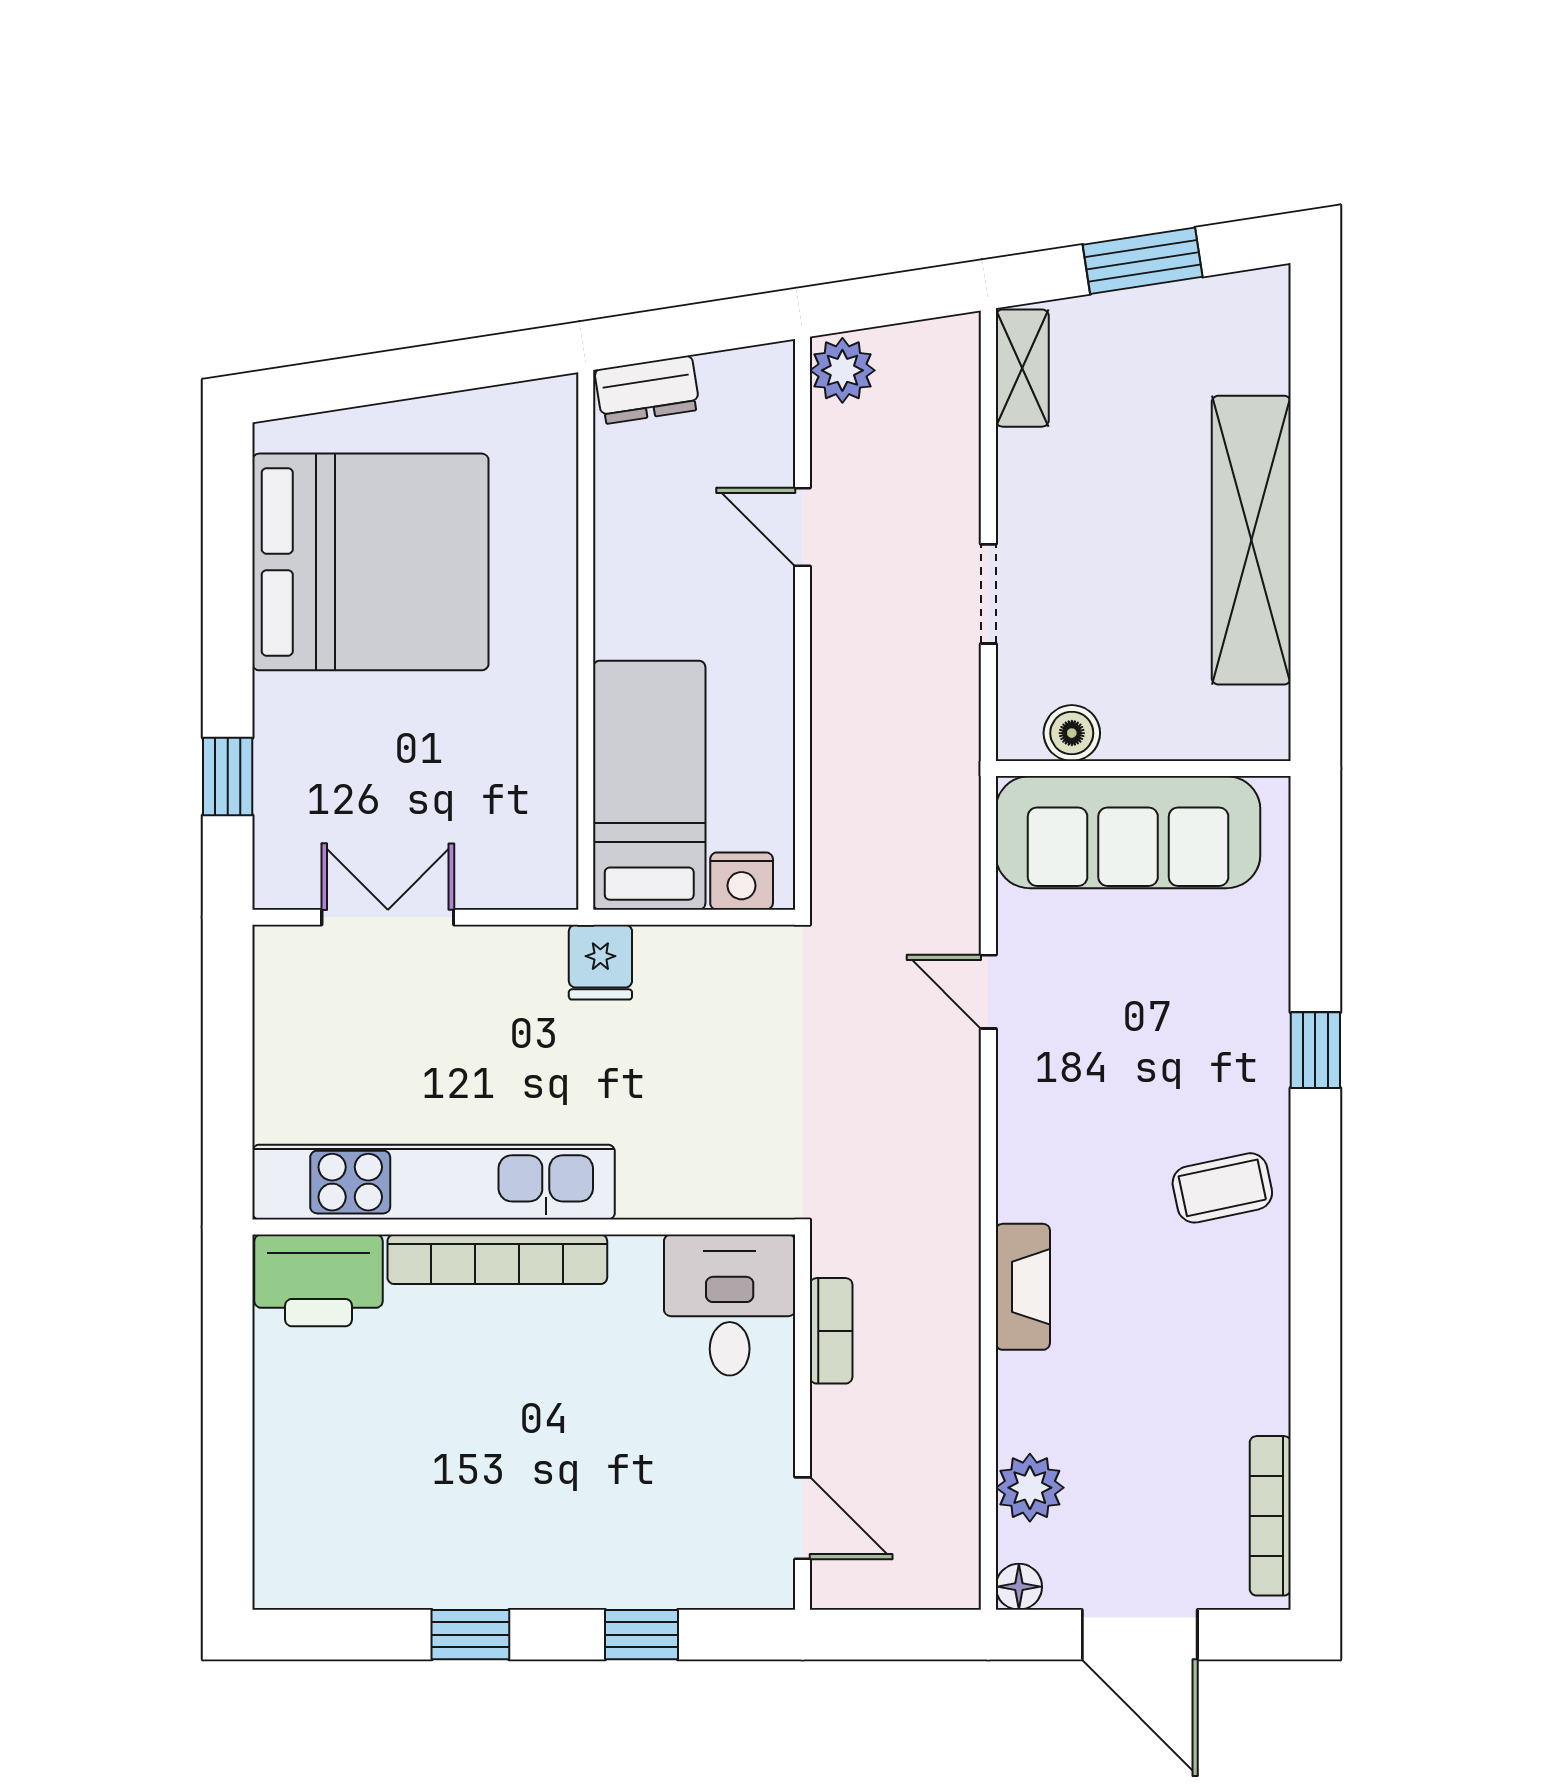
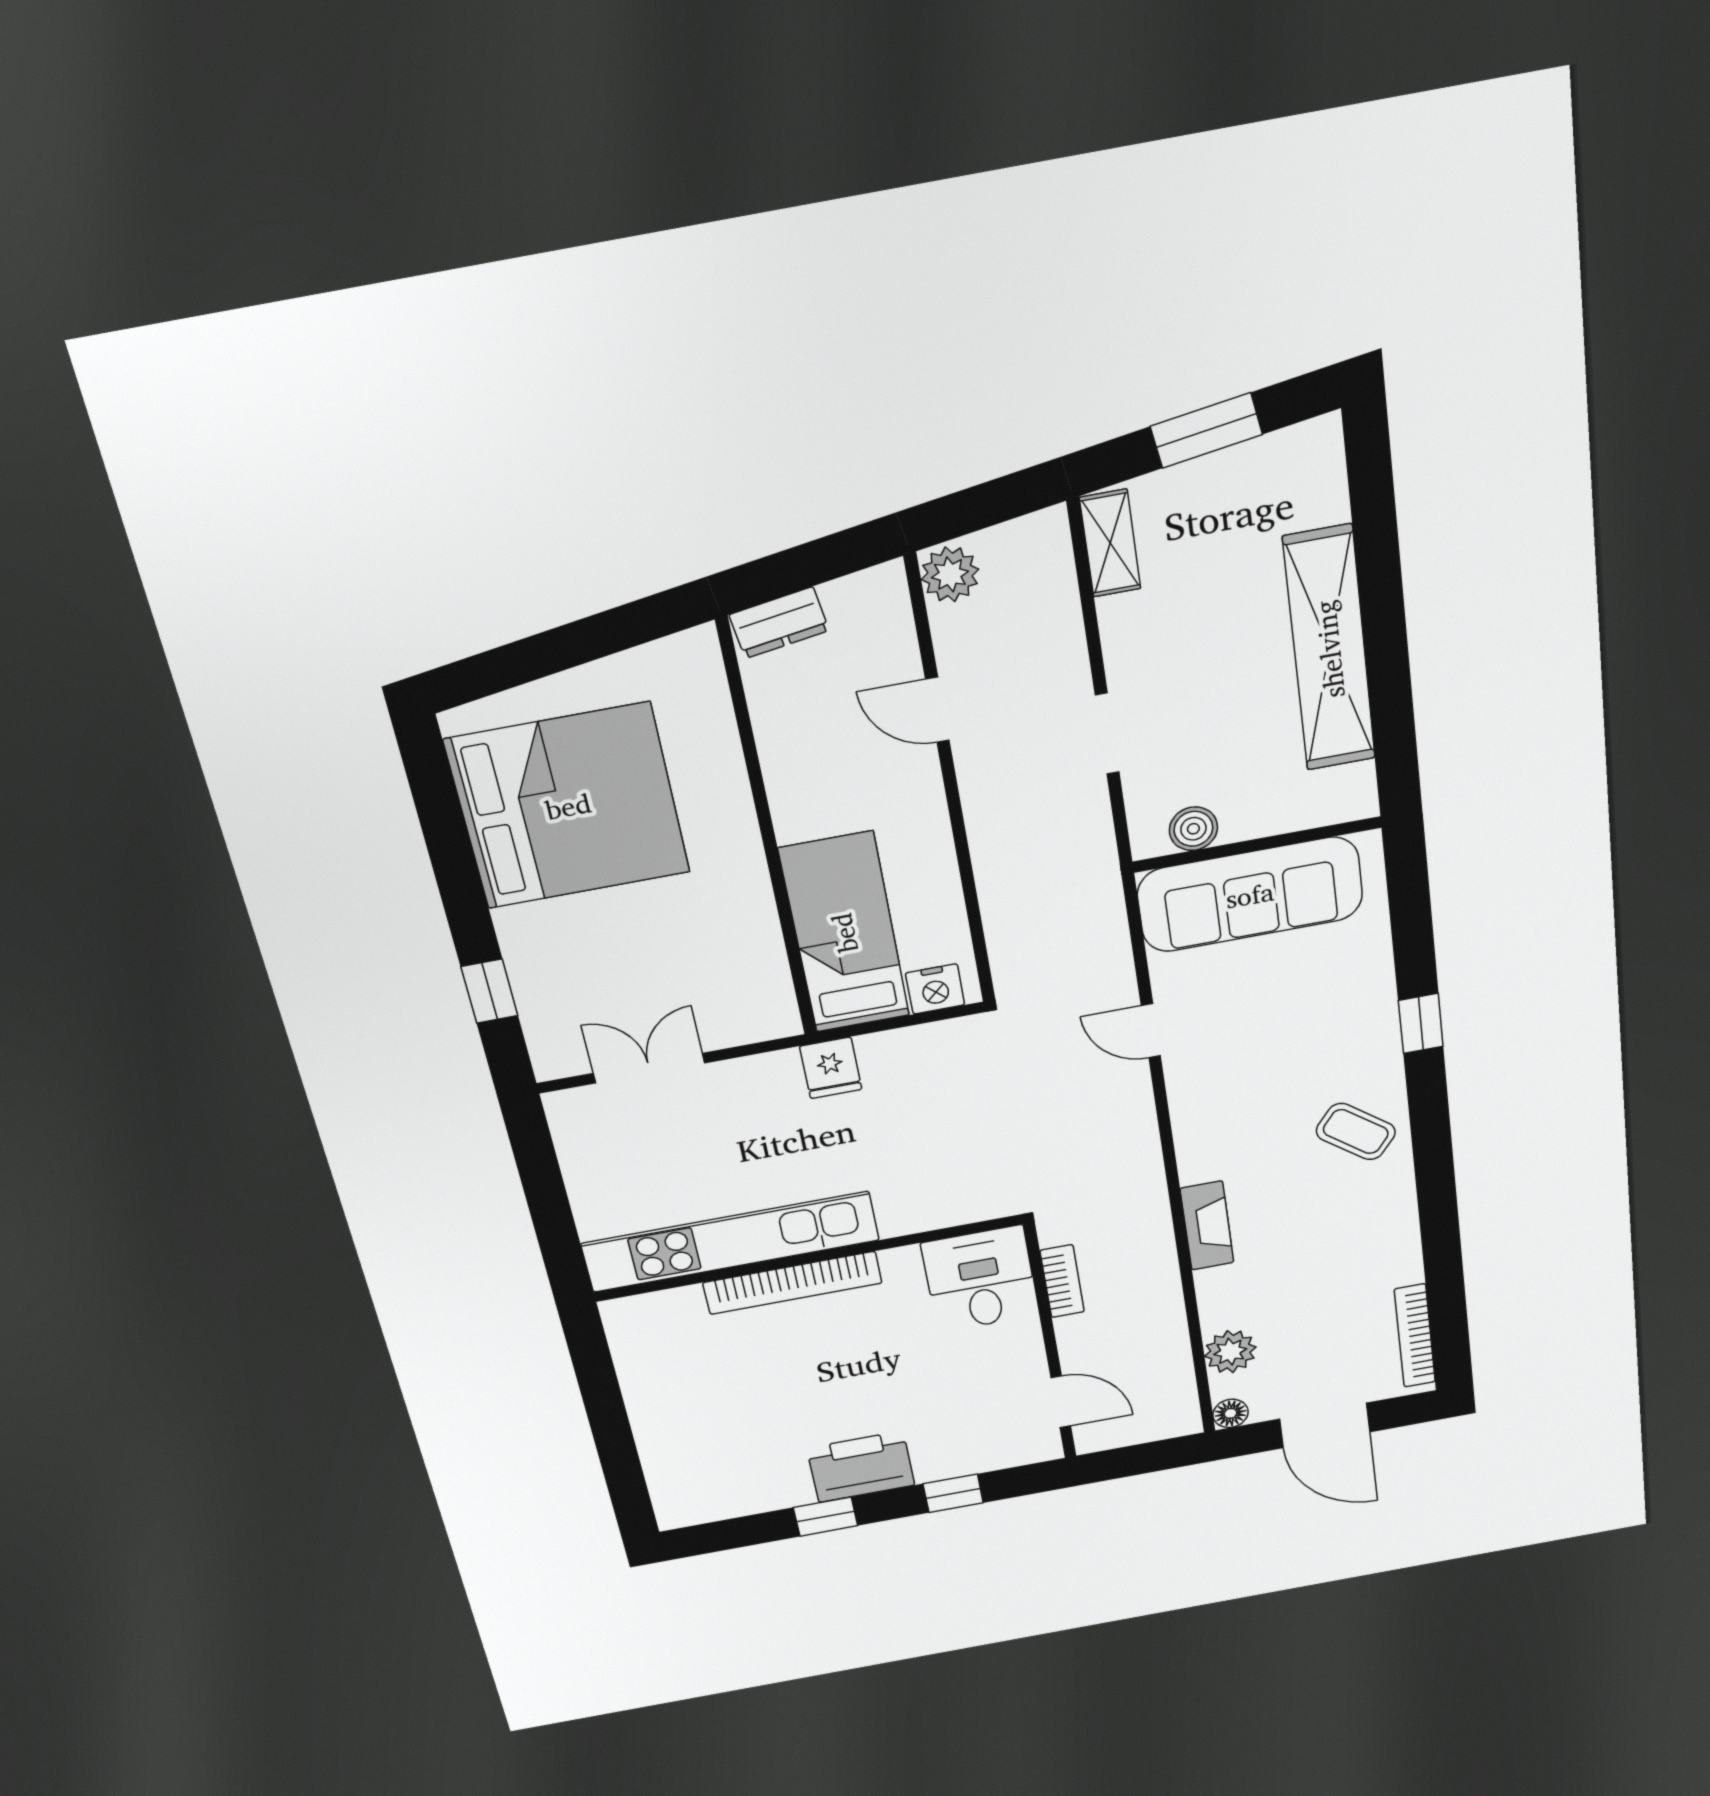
coffee table: (1222, 1188) -> (1356, 1132), turned 50
printer: (319, 1280) -> (861, 1467), moved, turned 180

